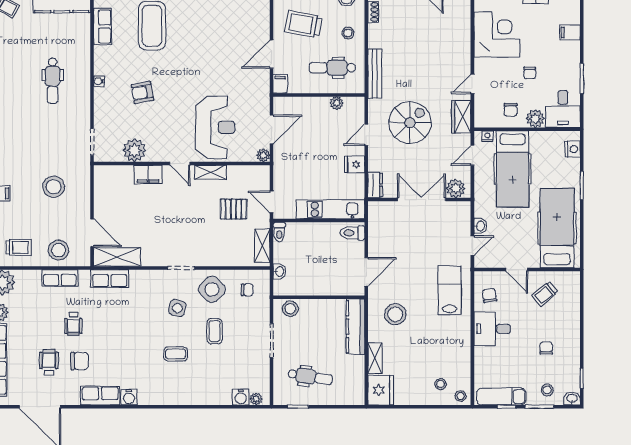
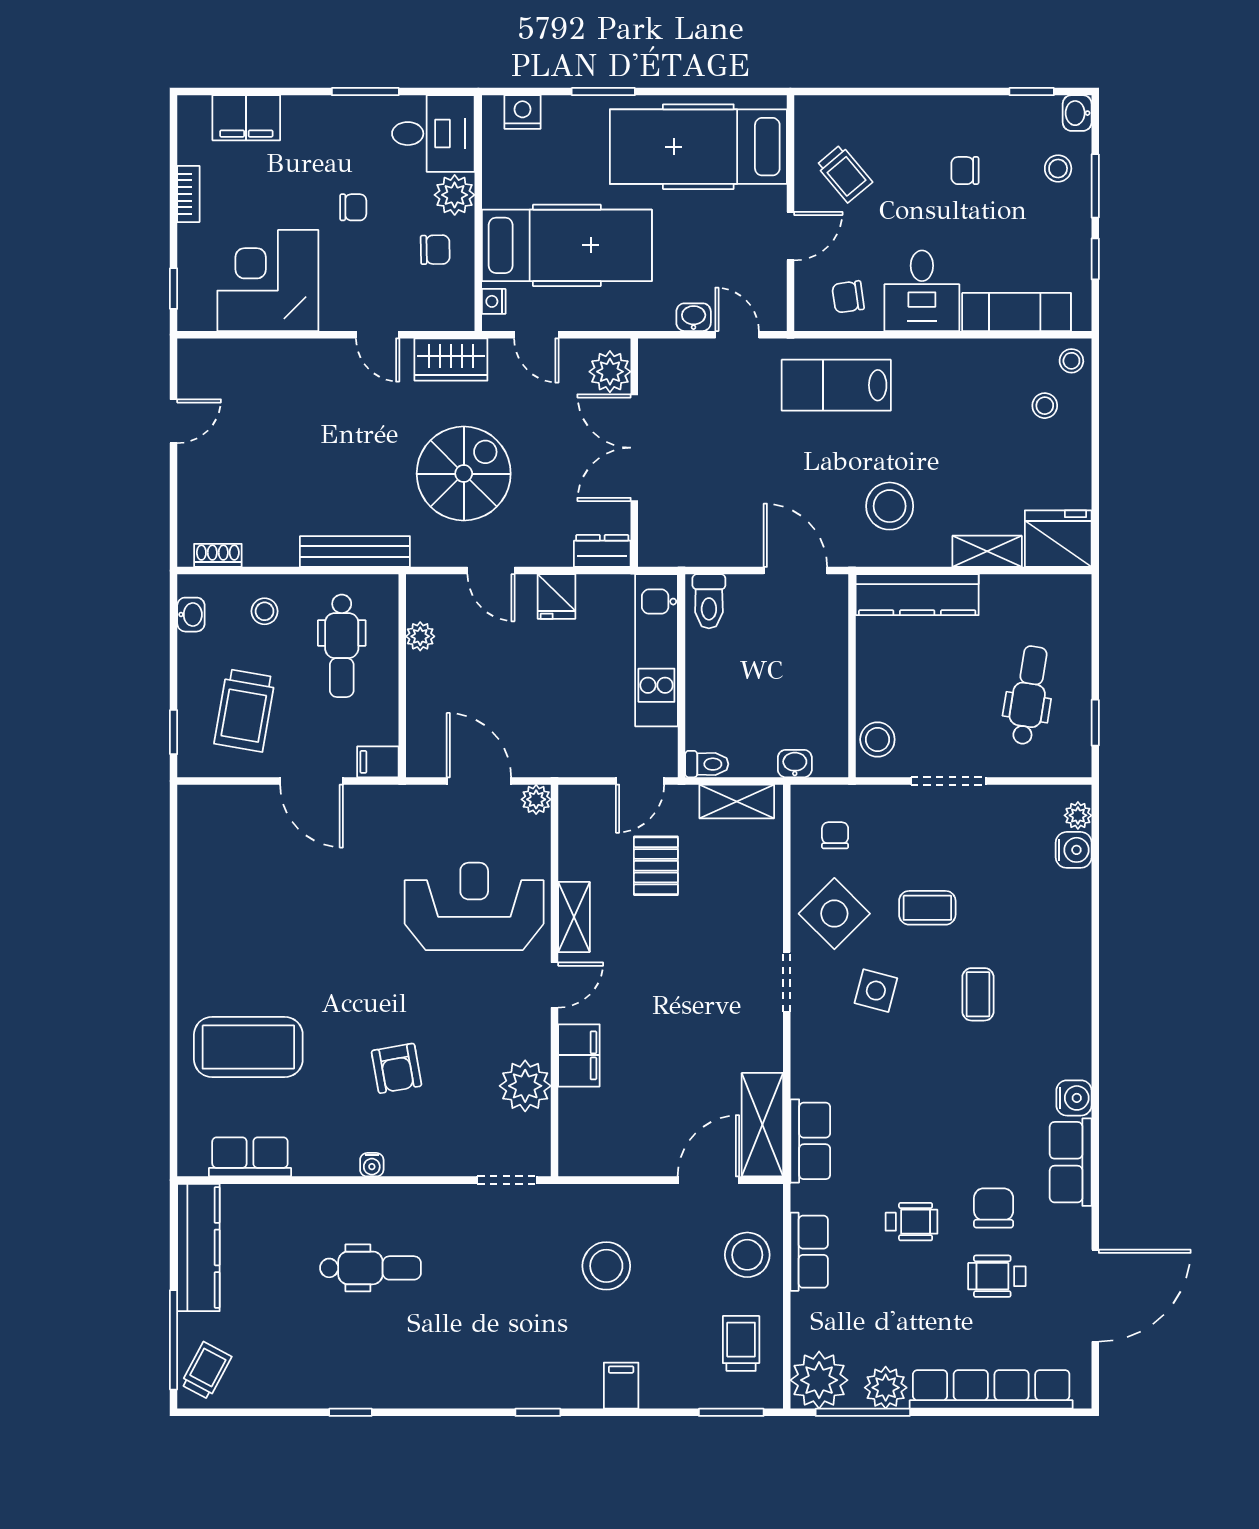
filing cabinet: (570, 32) -> (246, 118), width x2.00
spiral stairs: (410, 123) -> (464, 474), turned 90
exam couch: (501, 396) -> (1017, 312), moved, turned 90

